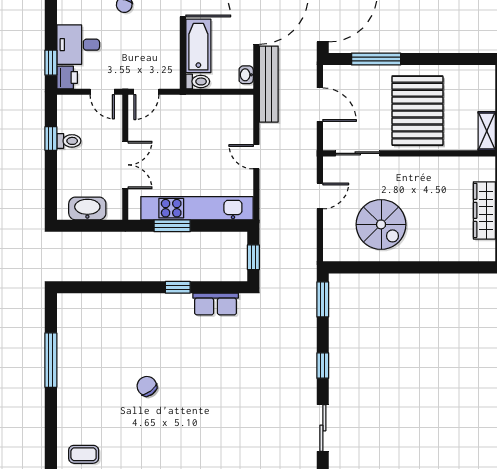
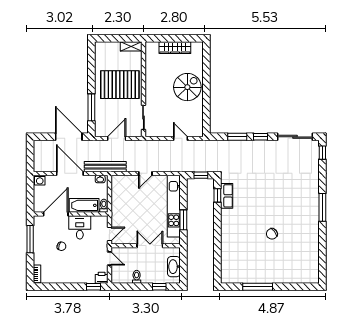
desk: (78, 45) -> (80, 227), moved, turned 180
door: (102, 92) -> (109, 258), hinge flipped
door: (146, 92) -> (109, 234), hinge flipped
window: (51, 138) -> (159, 287), moved
door: (320, 196) -> (180, 138), moved
spiral stairs: (381, 224) -> (187, 87), moved
window: (178, 287) -> (217, 195), moved
window: (323, 299) -> (237, 137), moved
sliding door: (323, 428) -> (295, 137), width x1.37
coffee table: (84, 454) -> (309, 269), removed

